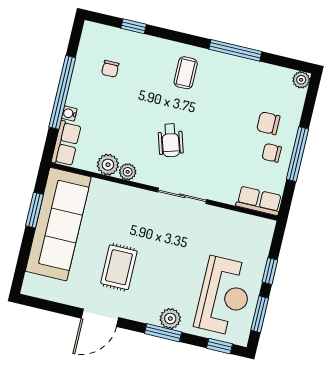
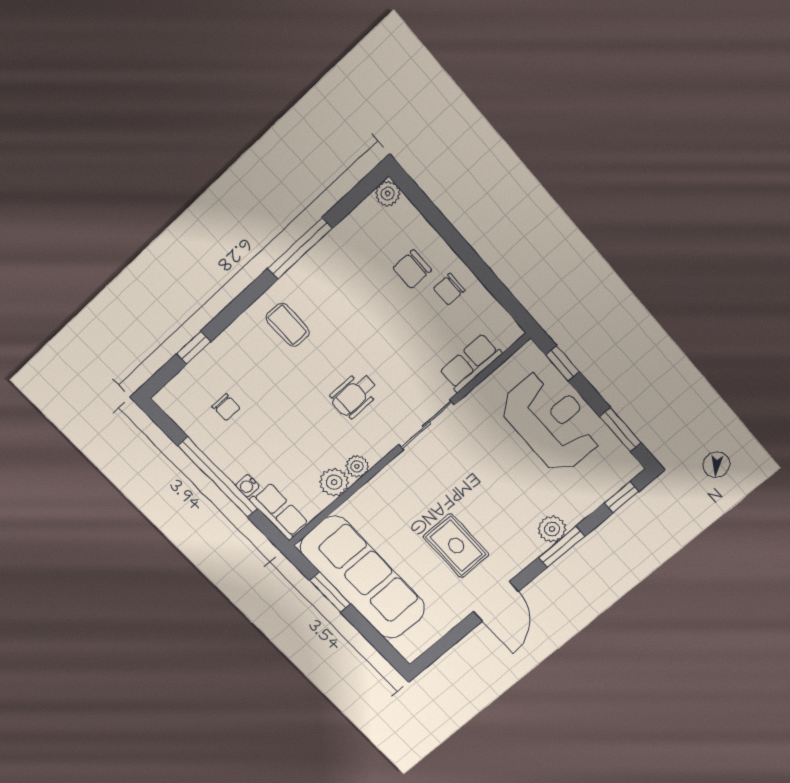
wheelchair: (171, 140) -> (354, 395), turned 107
window: (297, 154) -> (472, 260), removed
row of seats: (259, 201) -> (471, 363), moved
window: (270, 271) -> (563, 363), moved
reception desk: (224, 296) -> (551, 422), moved

